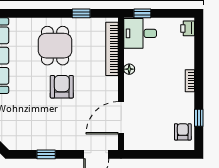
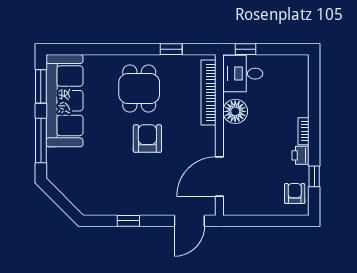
printer: (188, 28) -> (301, 155), moved
floor lamp: (129, 69) -> (235, 111), width x1.89, depth x1.89

